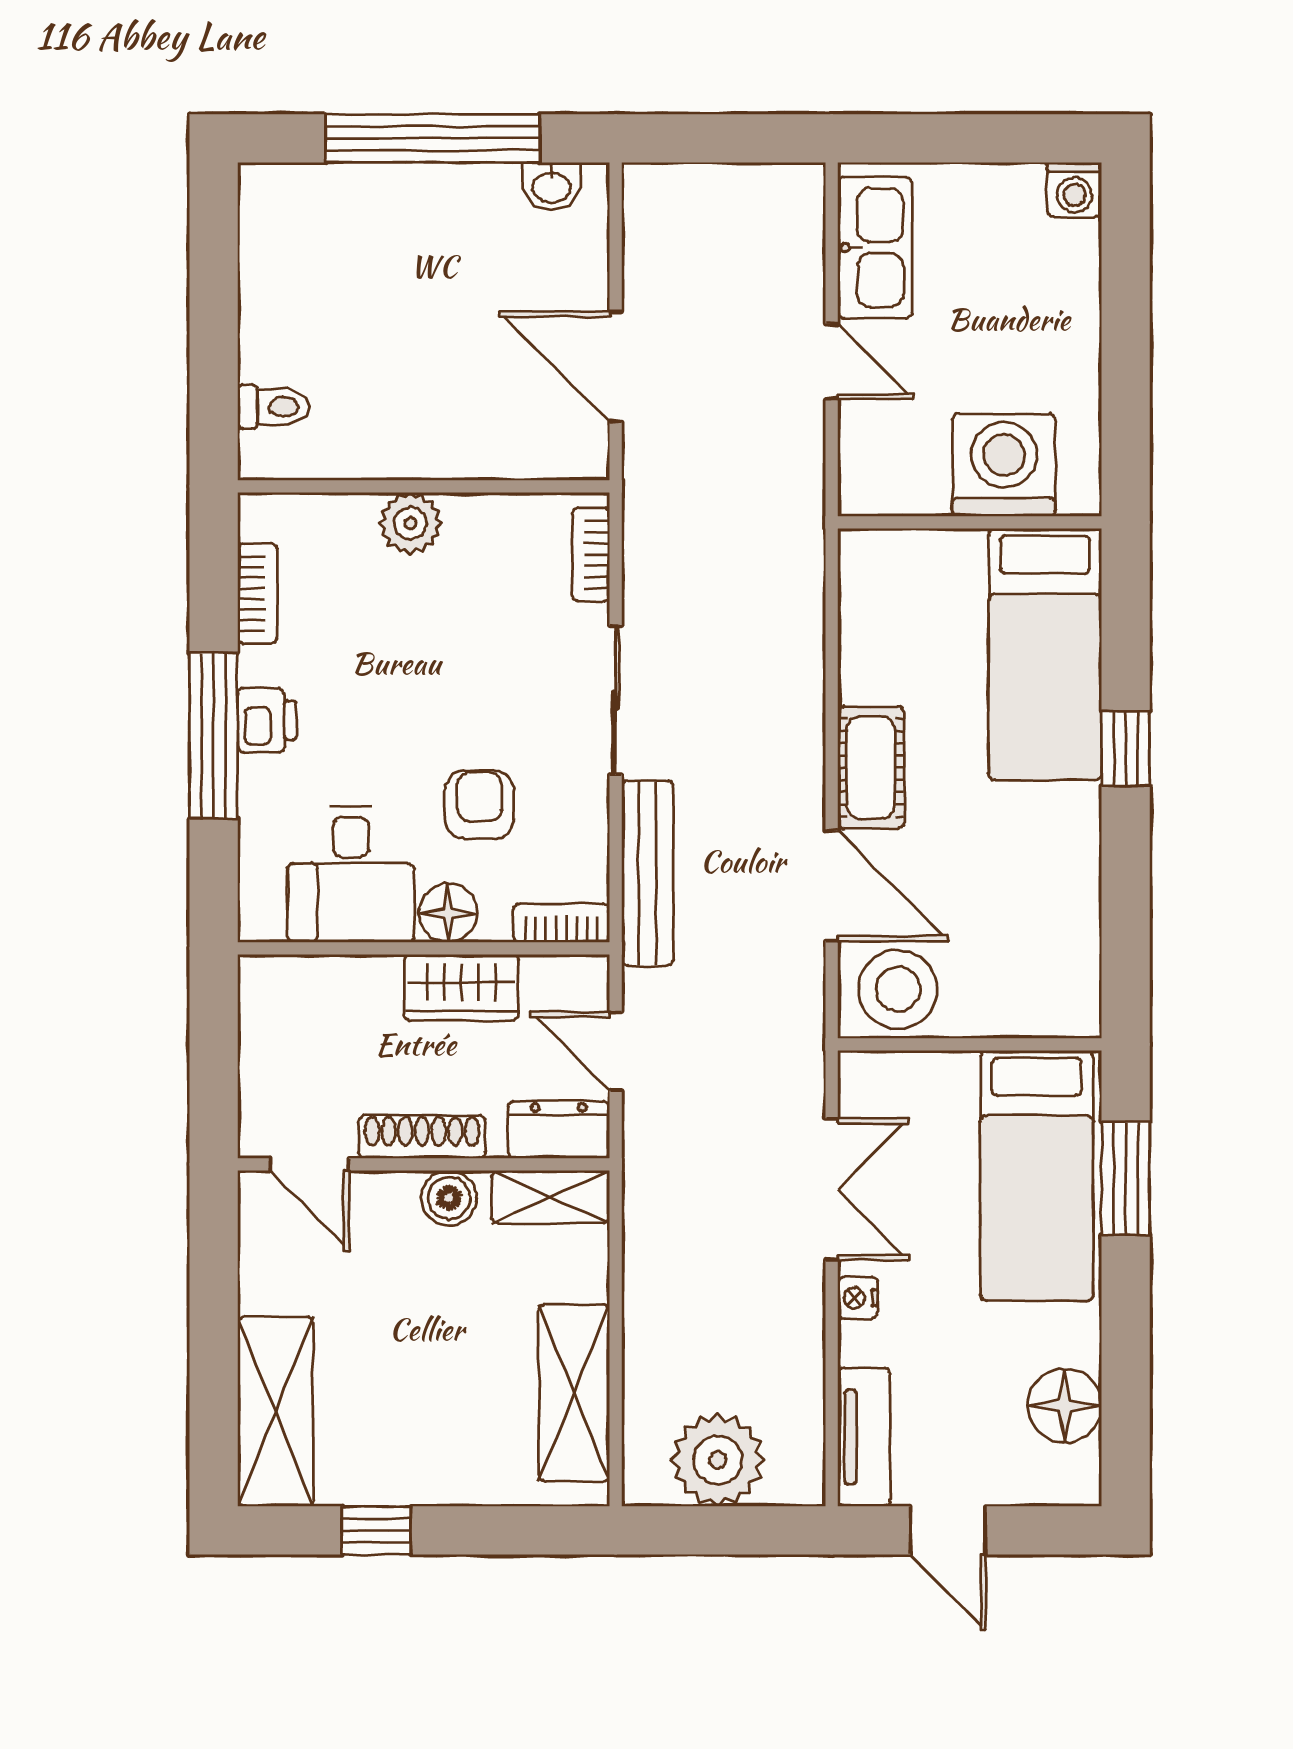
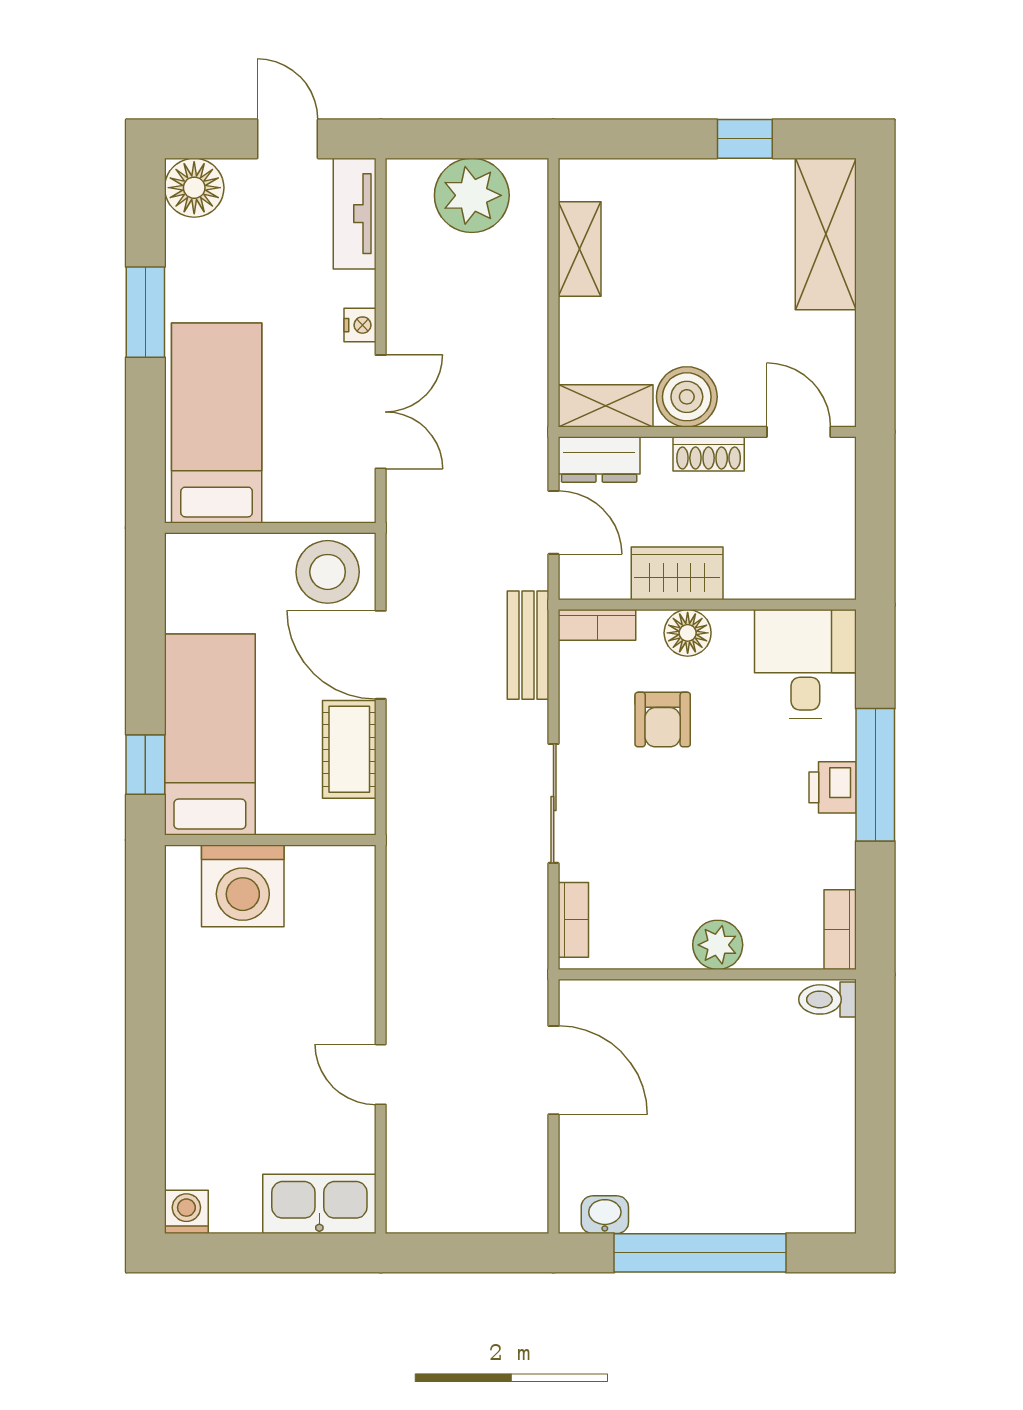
kitchen sink: (875, 247) -> (319, 1204), moved, turned 90
toilet: (273, 407) -> (827, 999), moved
washing machine: (1004, 465) -> (243, 886), moved
wall: (970, 522) -> (270, 840), moved
bookcase: (258, 594) -> (840, 930), moved
bed: (1045, 654) -> (210, 735), moved
bench: (647, 873) -> (528, 645), width x0.73
desk: (351, 874) -> (805, 664), moved
shoe rack: (422, 1137) -> (709, 454), width x0.70
window: (1126, 1178) -> (145, 312), moved
double door: (832, 1189) -> (381, 412), swing flipped
boiler: (449, 1198) -> (687, 397), width x1.36, depth x1.36
shelving: (574, 1393) -> (580, 249), width x0.67, depth x0.75
floor lamp: (1065, 1406) -> (194, 188), moved

